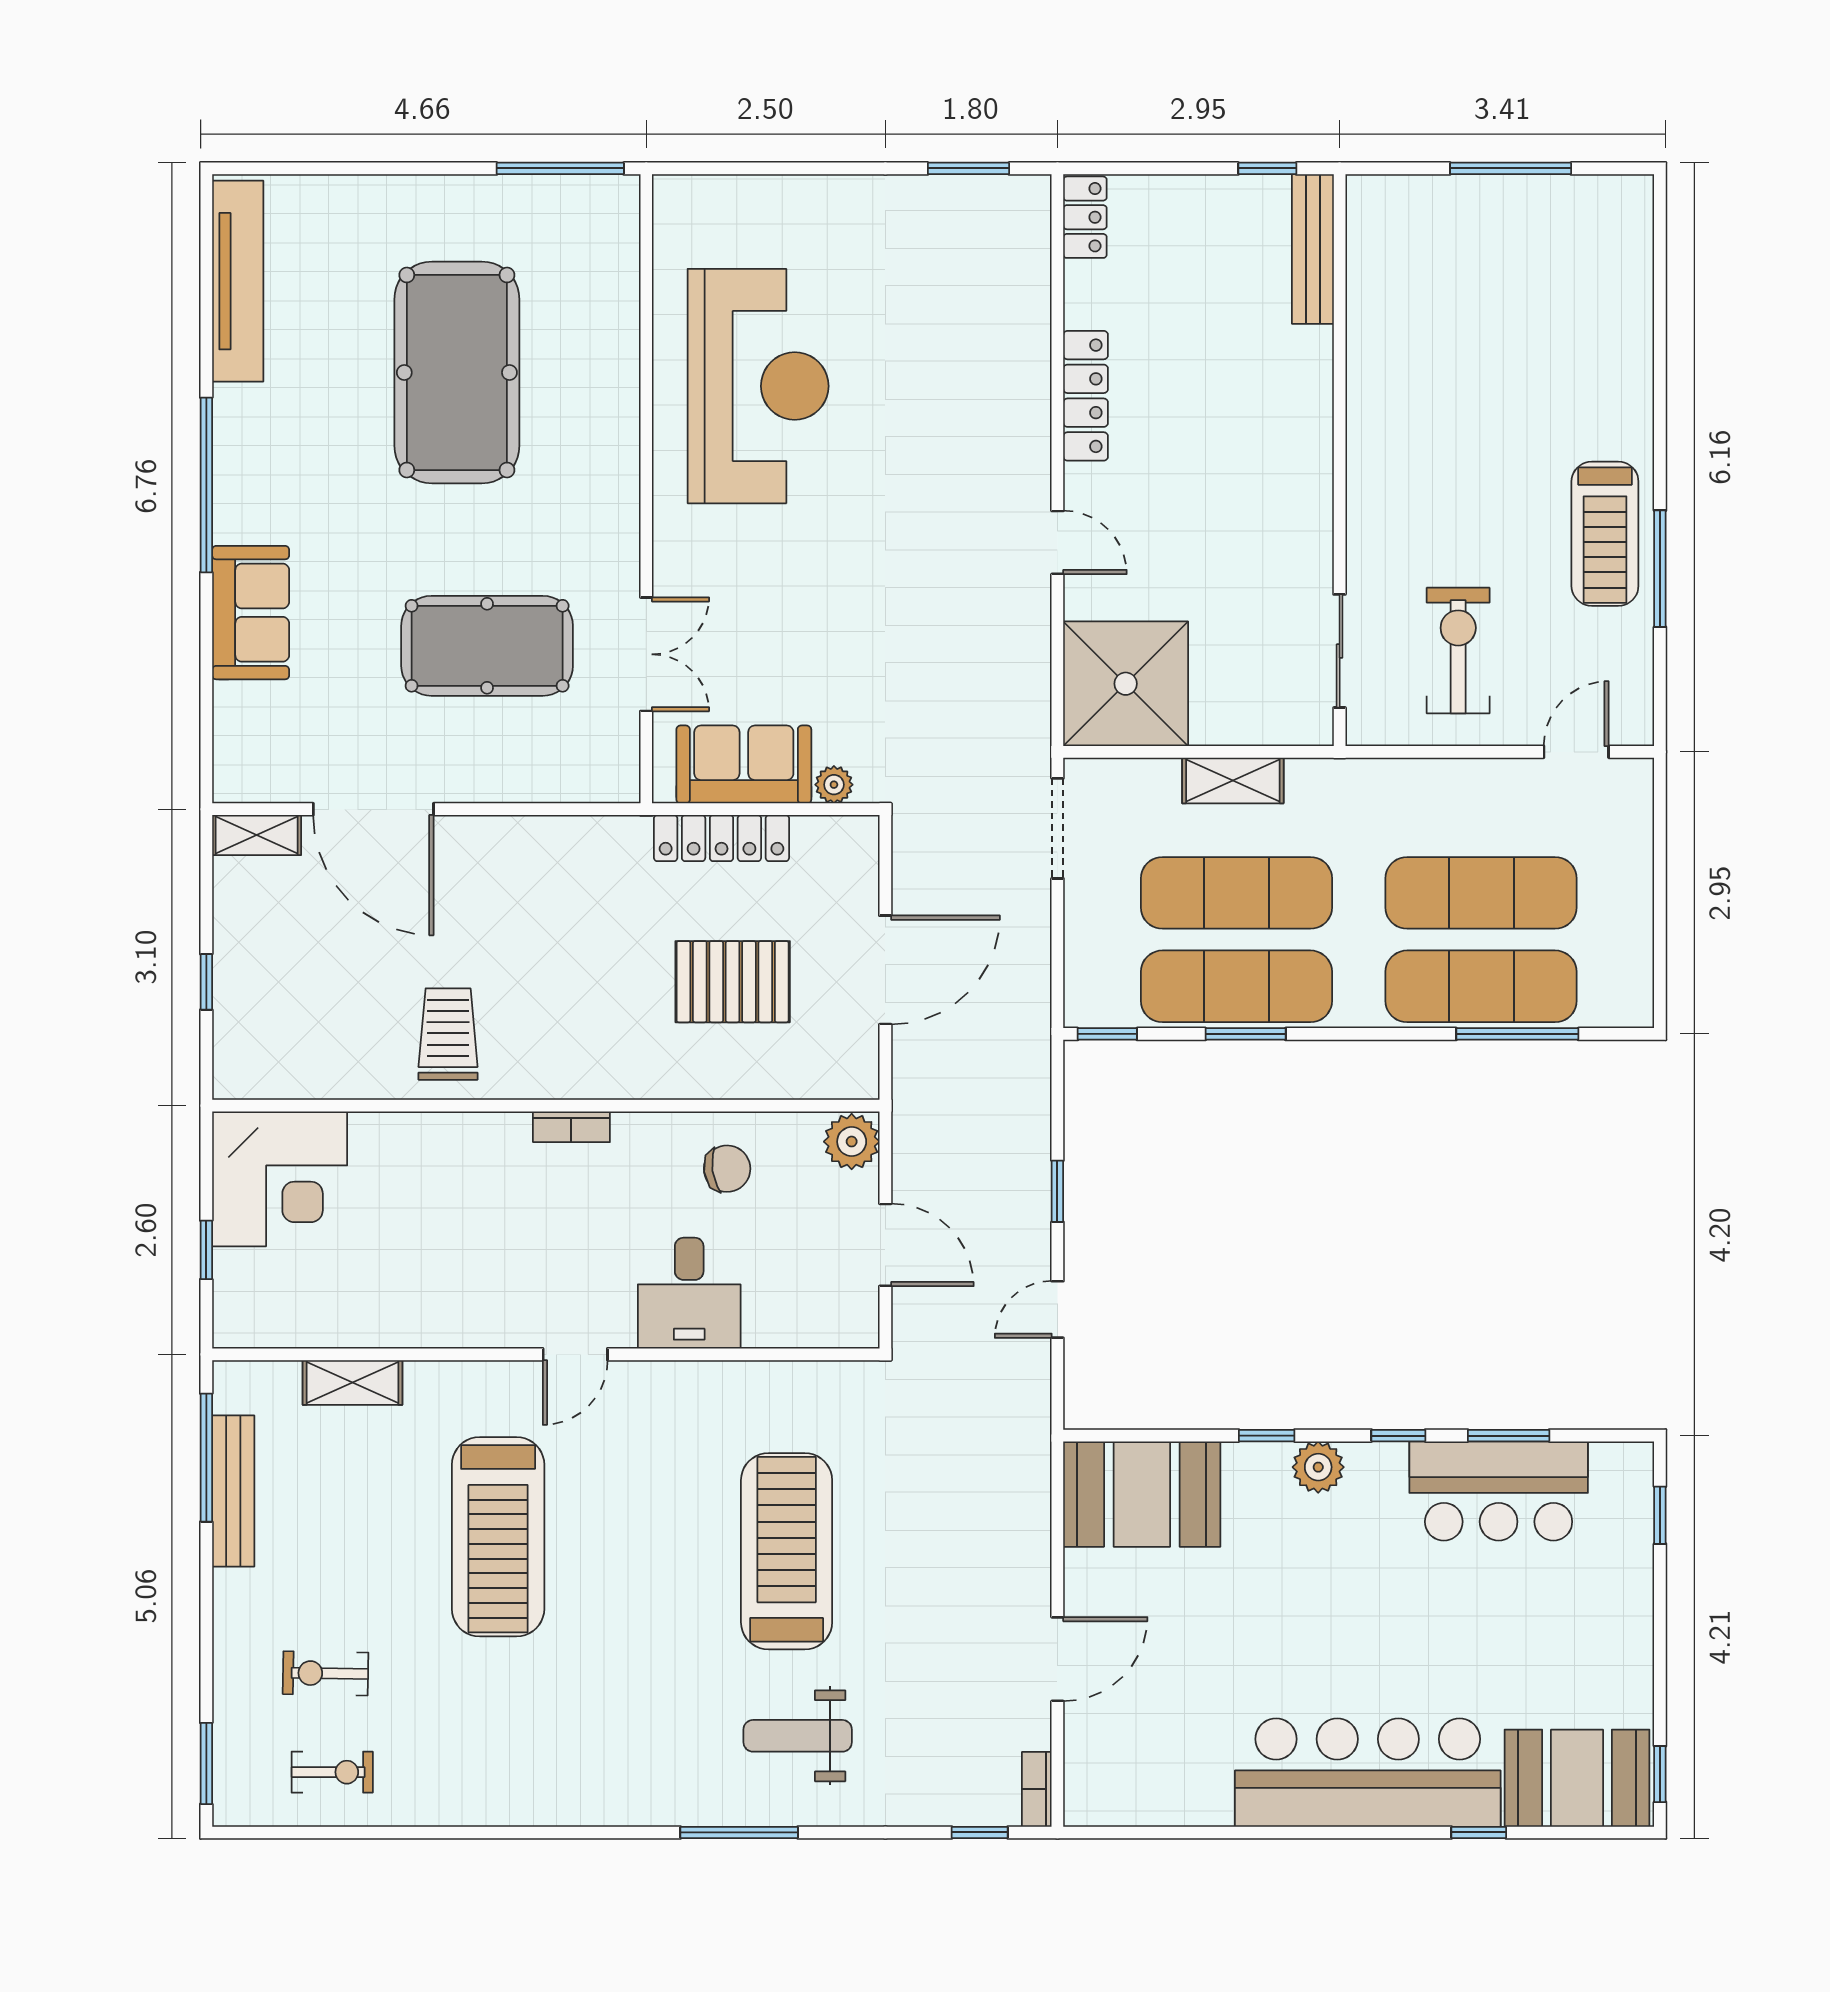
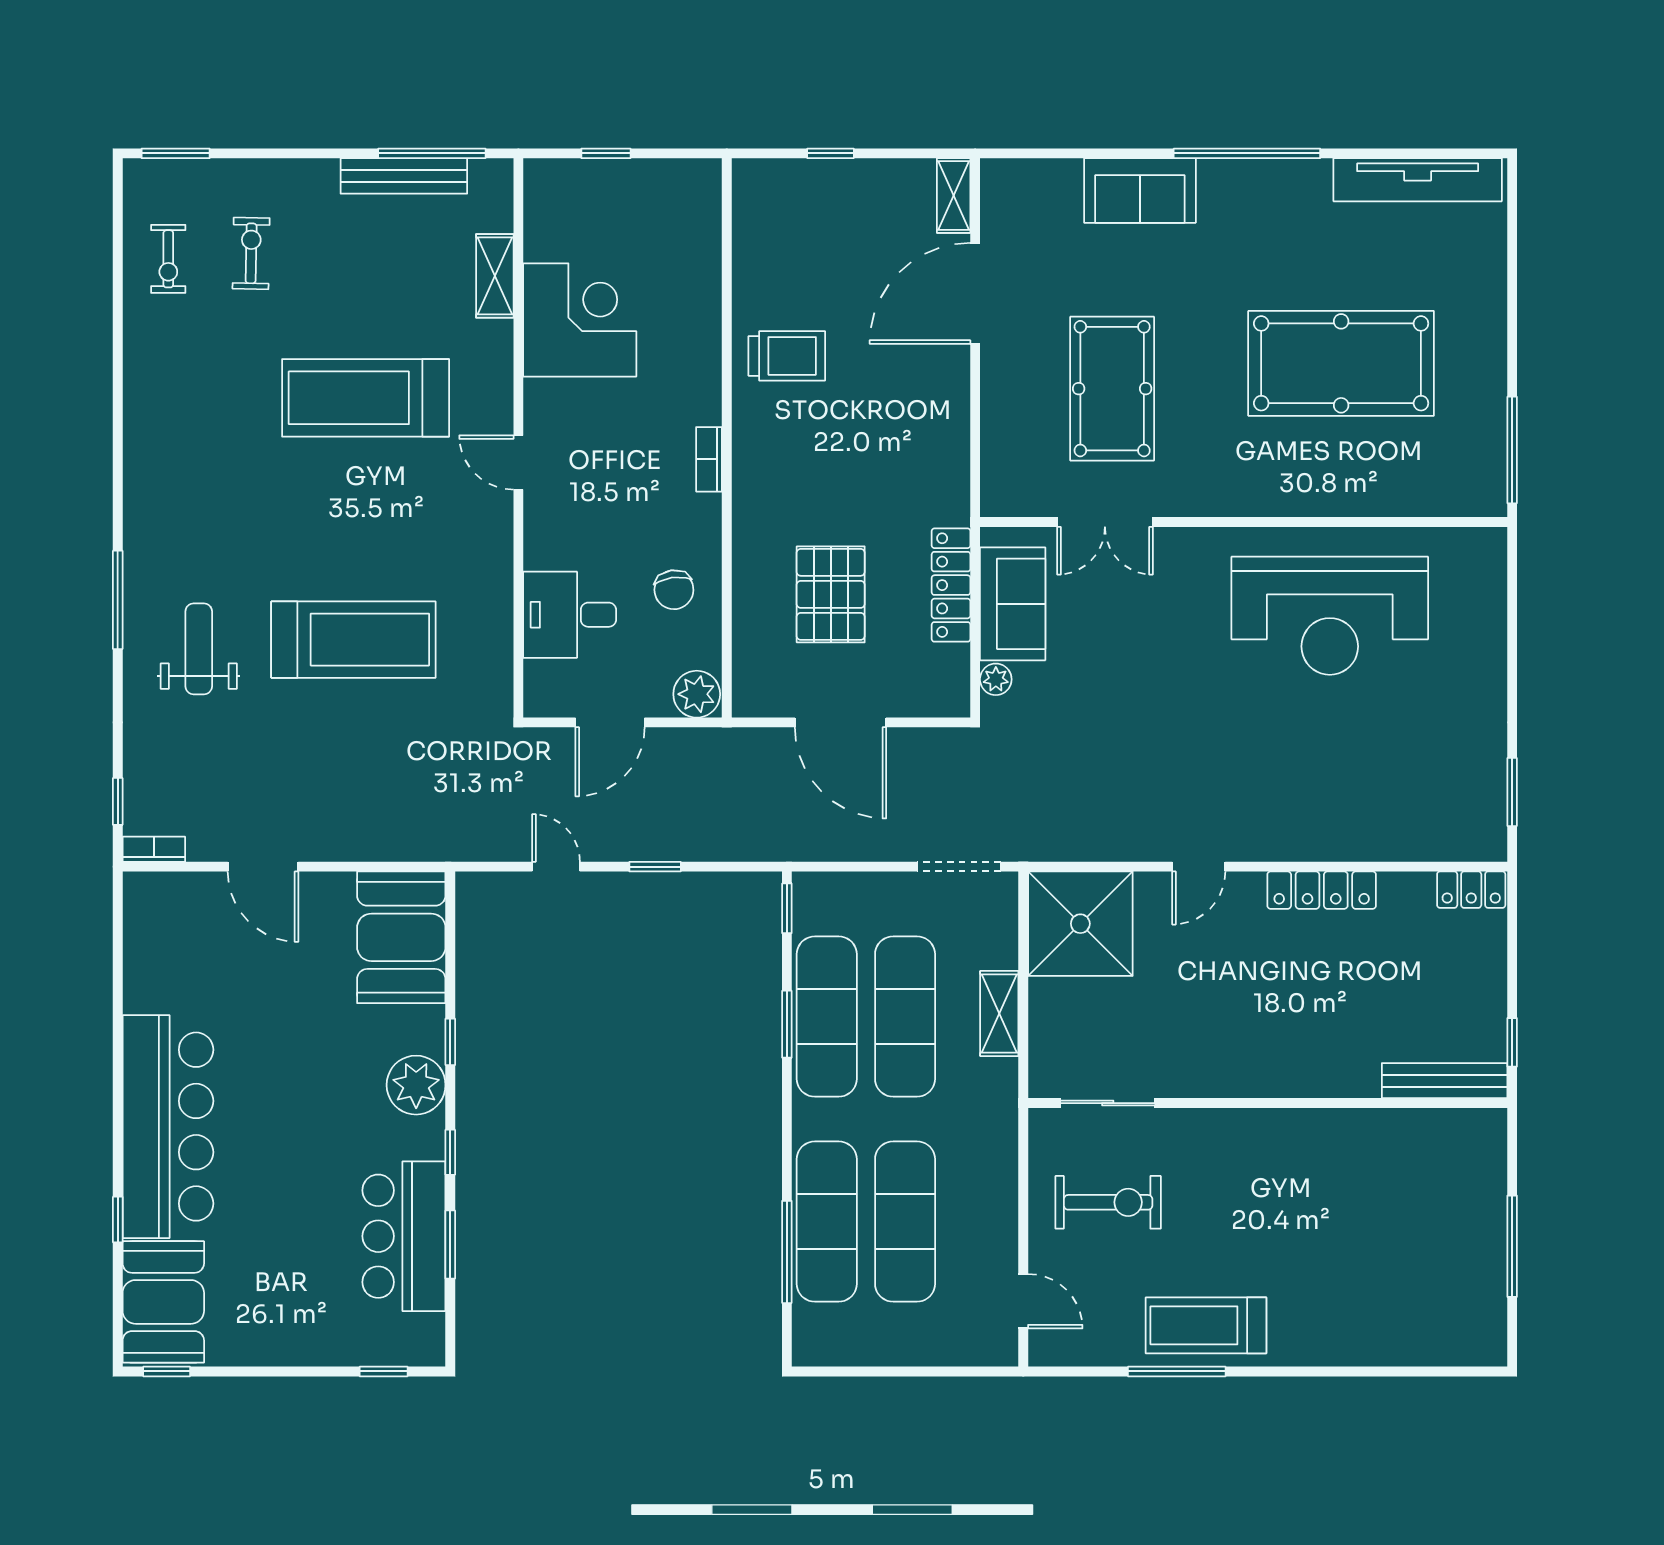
corner desk: (280, 1179) -> (580, 320), moved, turned 180
desk: (689, 1293) -> (570, 615), moved
plant: (1318, 1467) -> (416, 1085), width x1.36, depth x1.36

